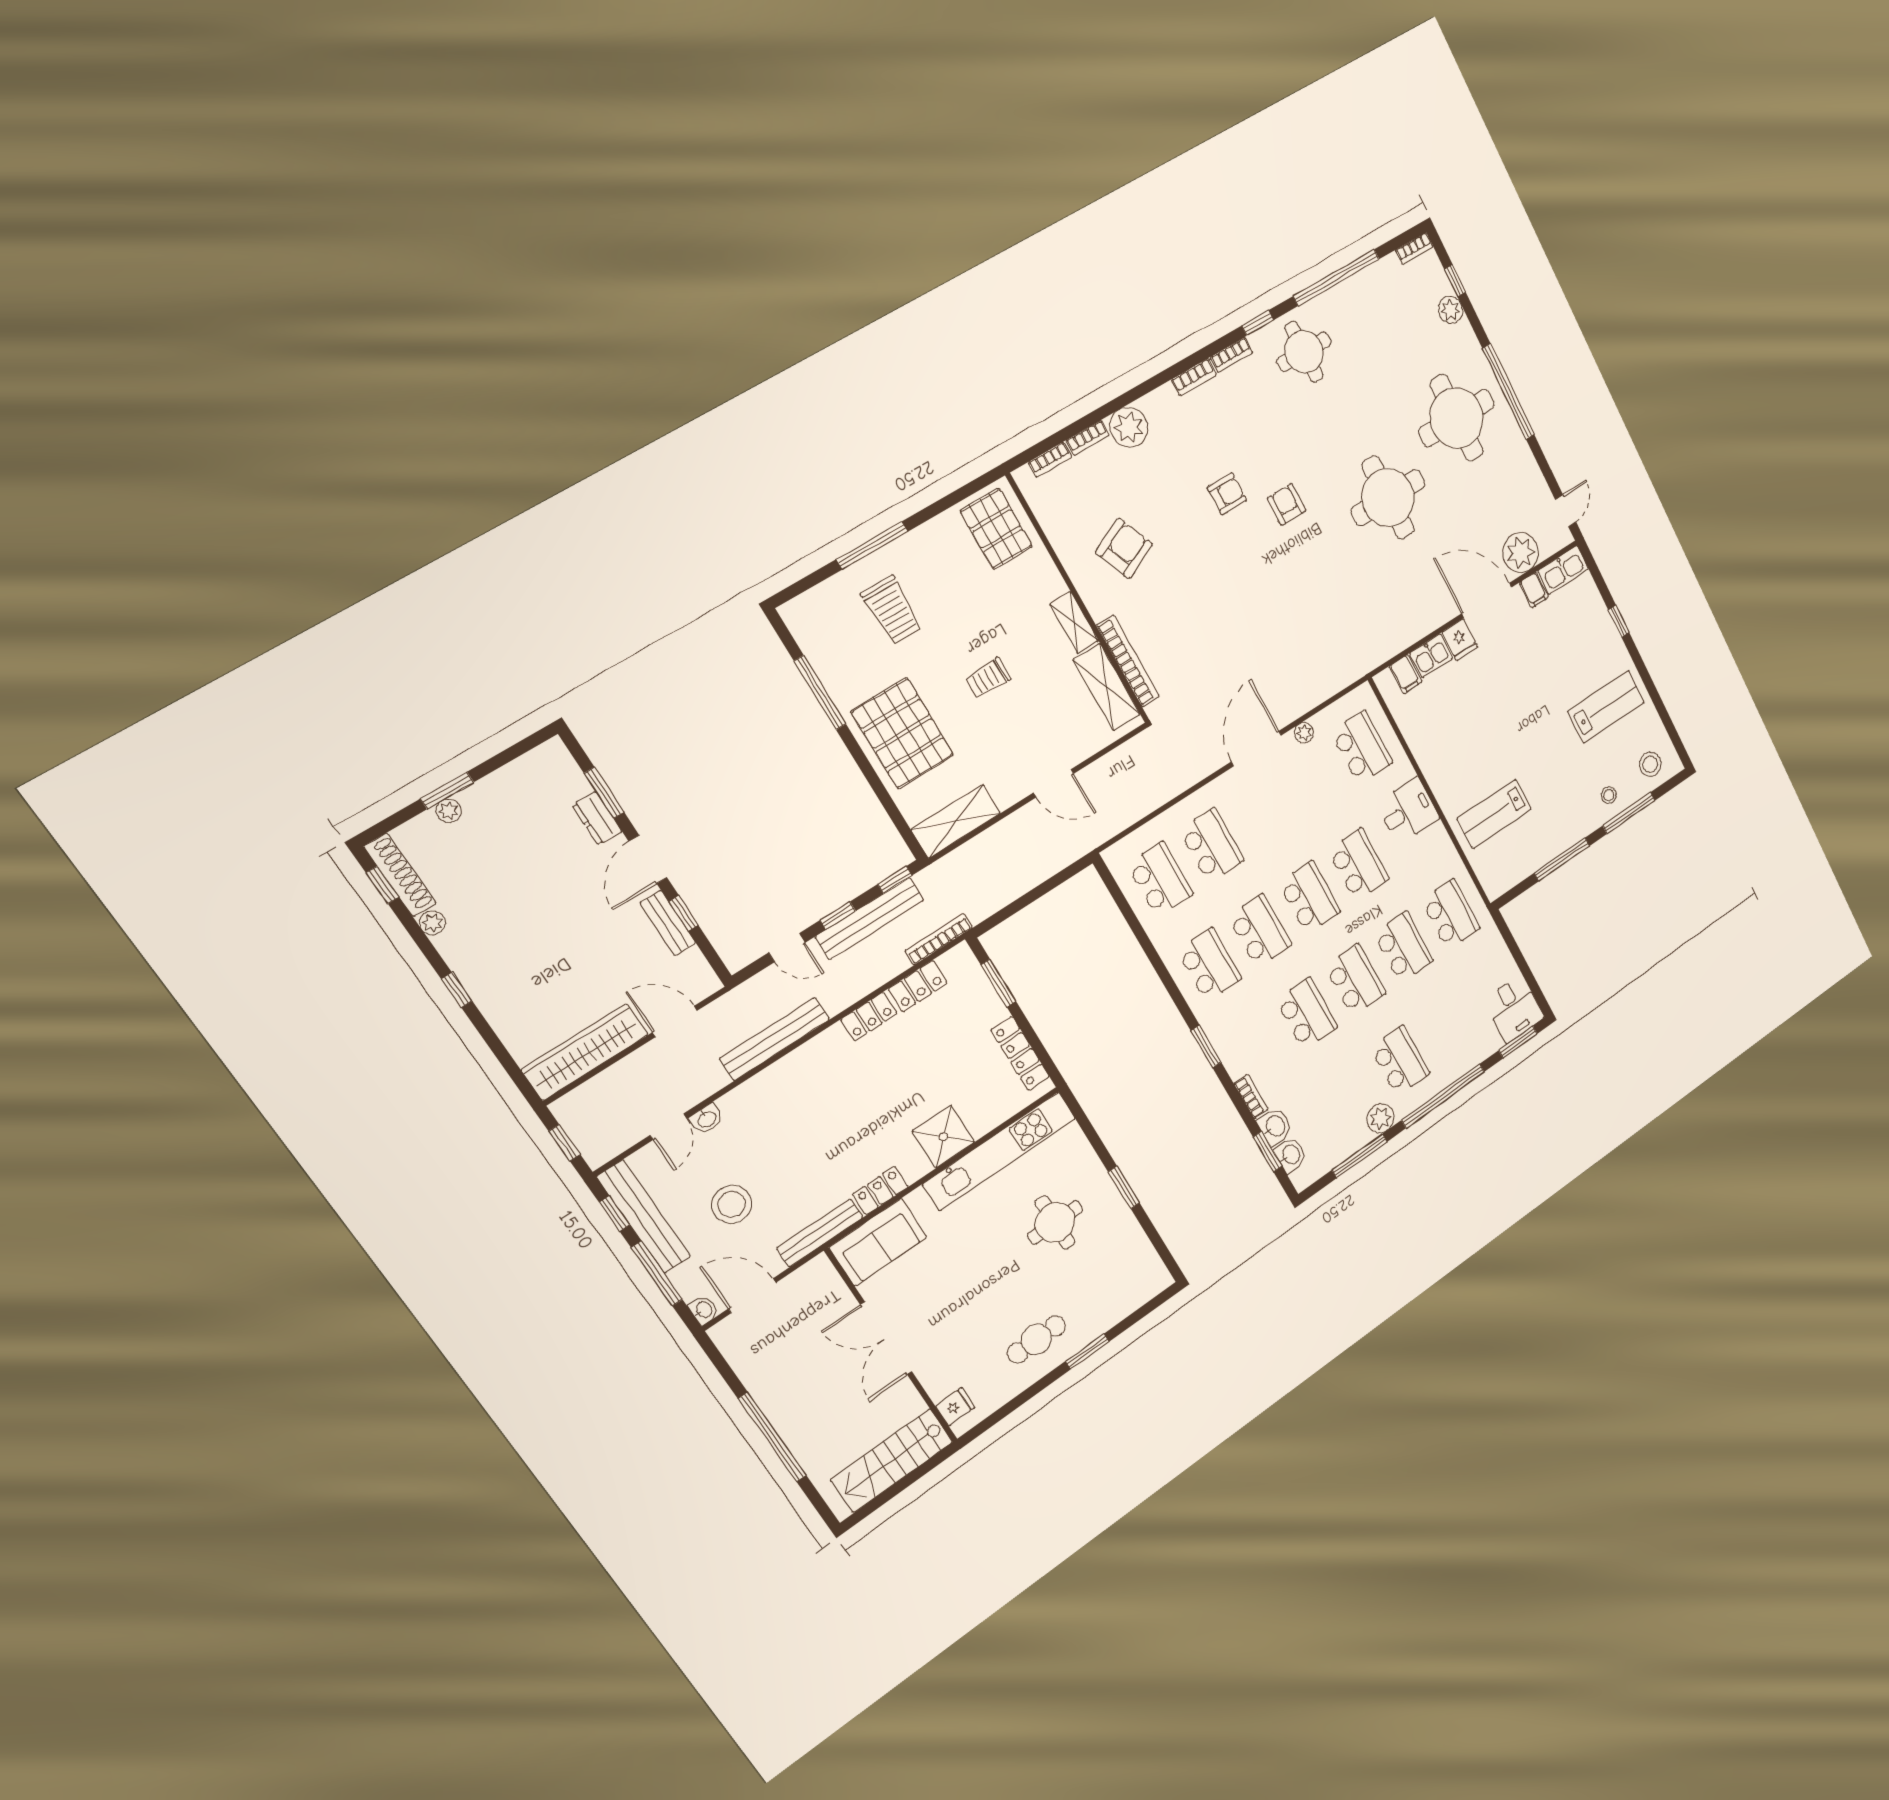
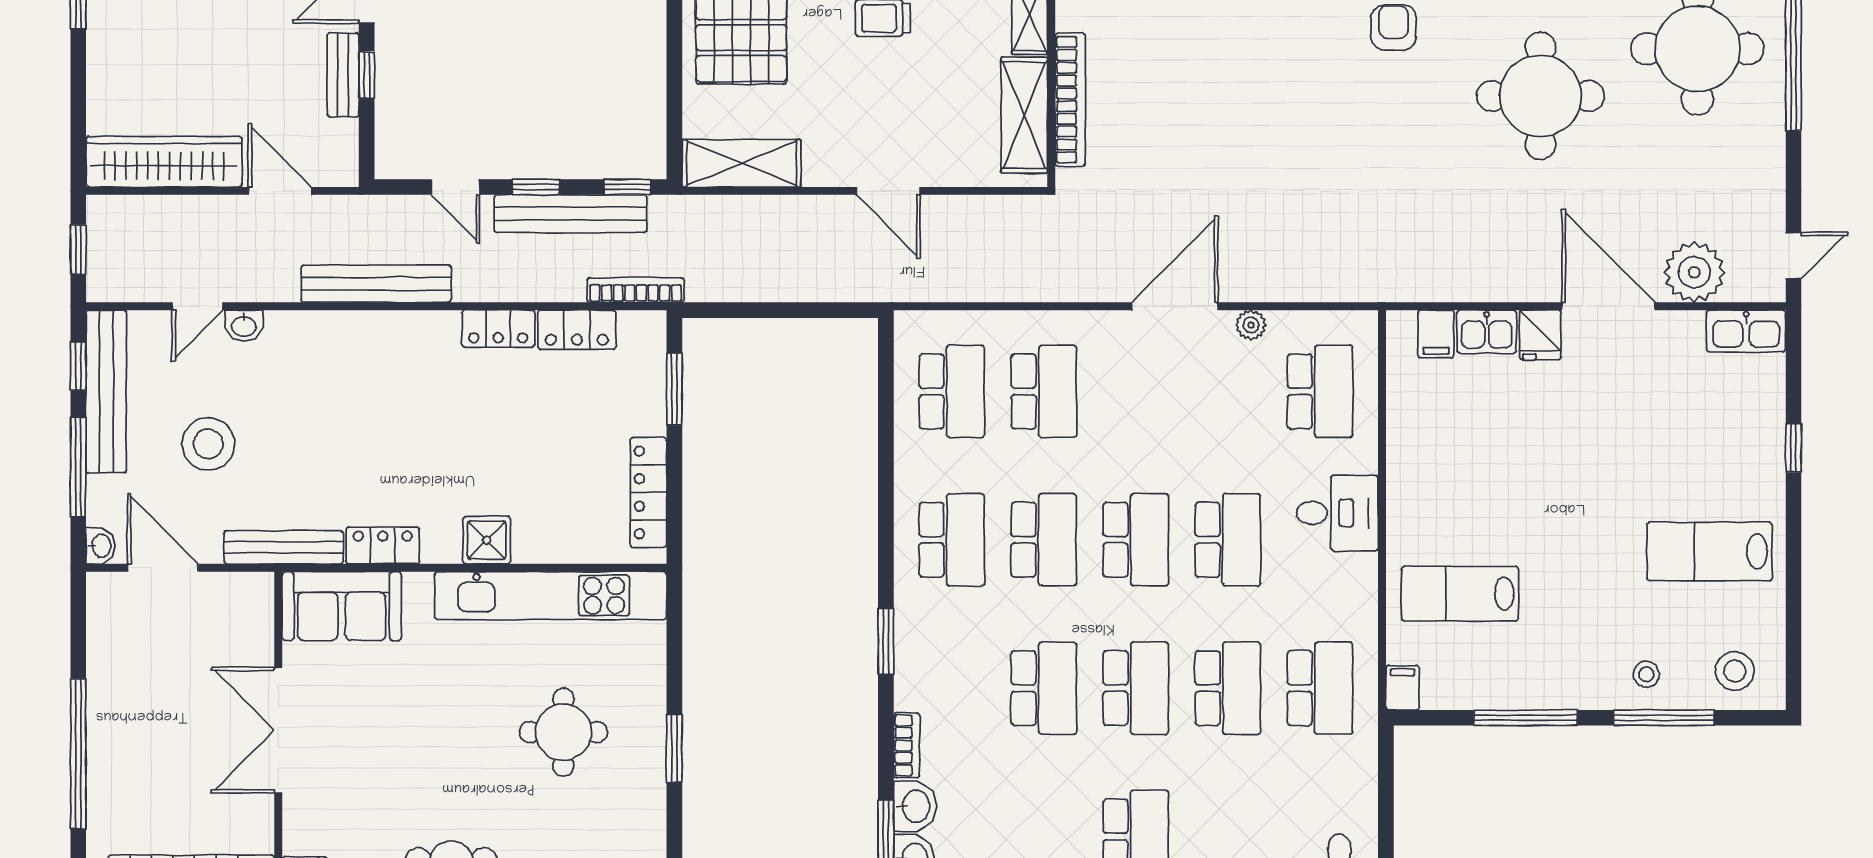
filing cabinet: (1534, 590) -> (1403, 688), moved, turned 180
lab bench: (1606, 707) -> (1709, 551), turned 180
shower: (943, 1137) -> (487, 540), width x0.73, depth x0.73

